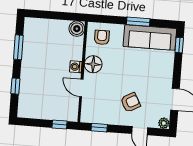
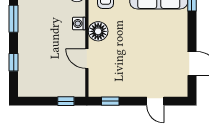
washing machine: (76, 67) -> (79, 23), moved
armchair: (130, 102) -> (143, 70), removed
plant: (164, 123) -> (182, 91), removed

